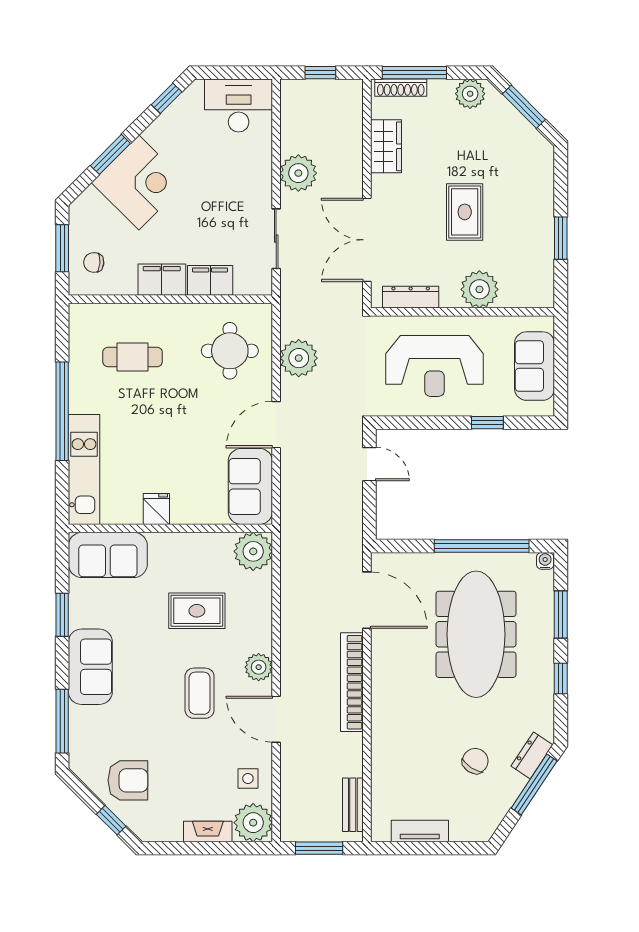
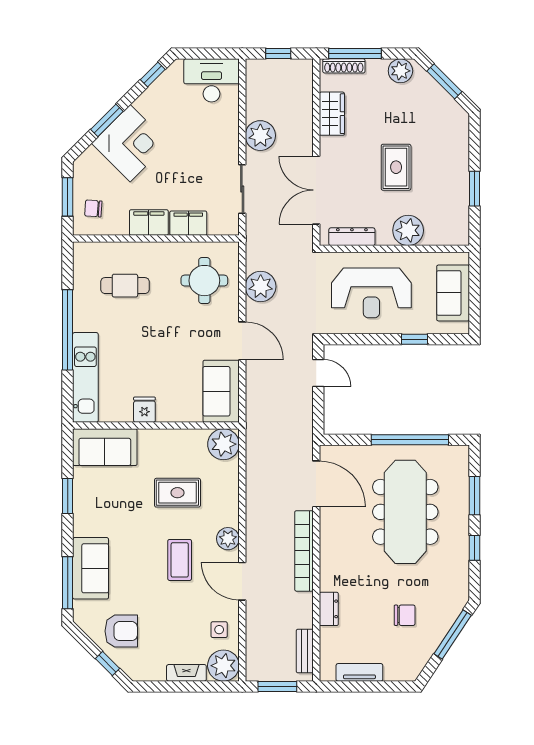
door: (276, 425) -> (242, 341), swing flipped
water cooler: (545, 561) -> (462, 452), removed
sofa: (90, 667) -> (91, 568), moved
dresser: (532, 755) -> (329, 609), moved, turned 146
chair: (475, 761) -> (405, 615), turned 57

